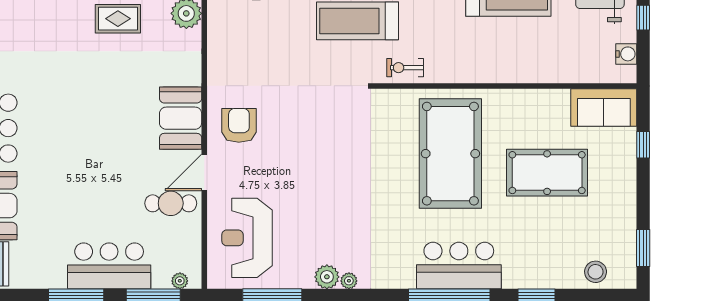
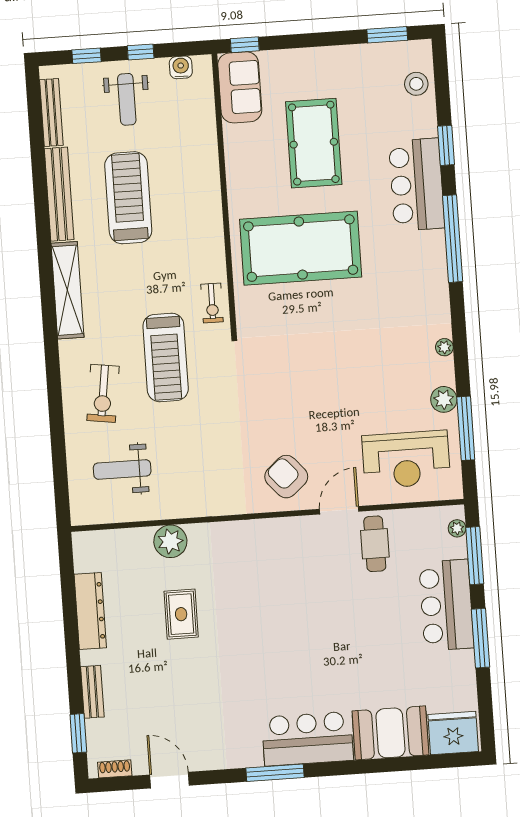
booth: (181, 118) -> (283, 540), removed
armchair: (239, 125) -> (286, 477), turned 49
window: (643, 145) -> (245, 45), moved
door: (204, 172) -> (339, 510), swing flipped
bar counter: (459, 266) -> (417, 185), moved
plant: (327, 277) -> (444, 399), moved

